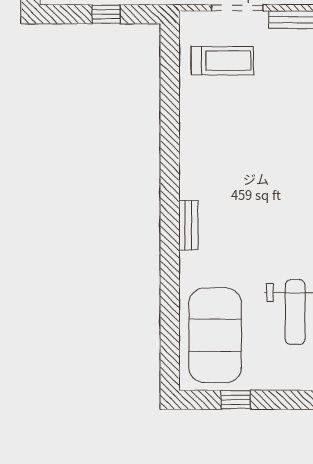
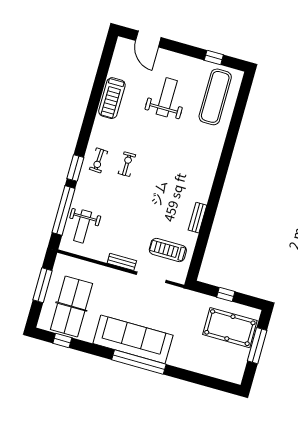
bench: (188, 225) -> (198, 218), moved
exercise mat: (215, 335) -> (215, 97), width x0.68

